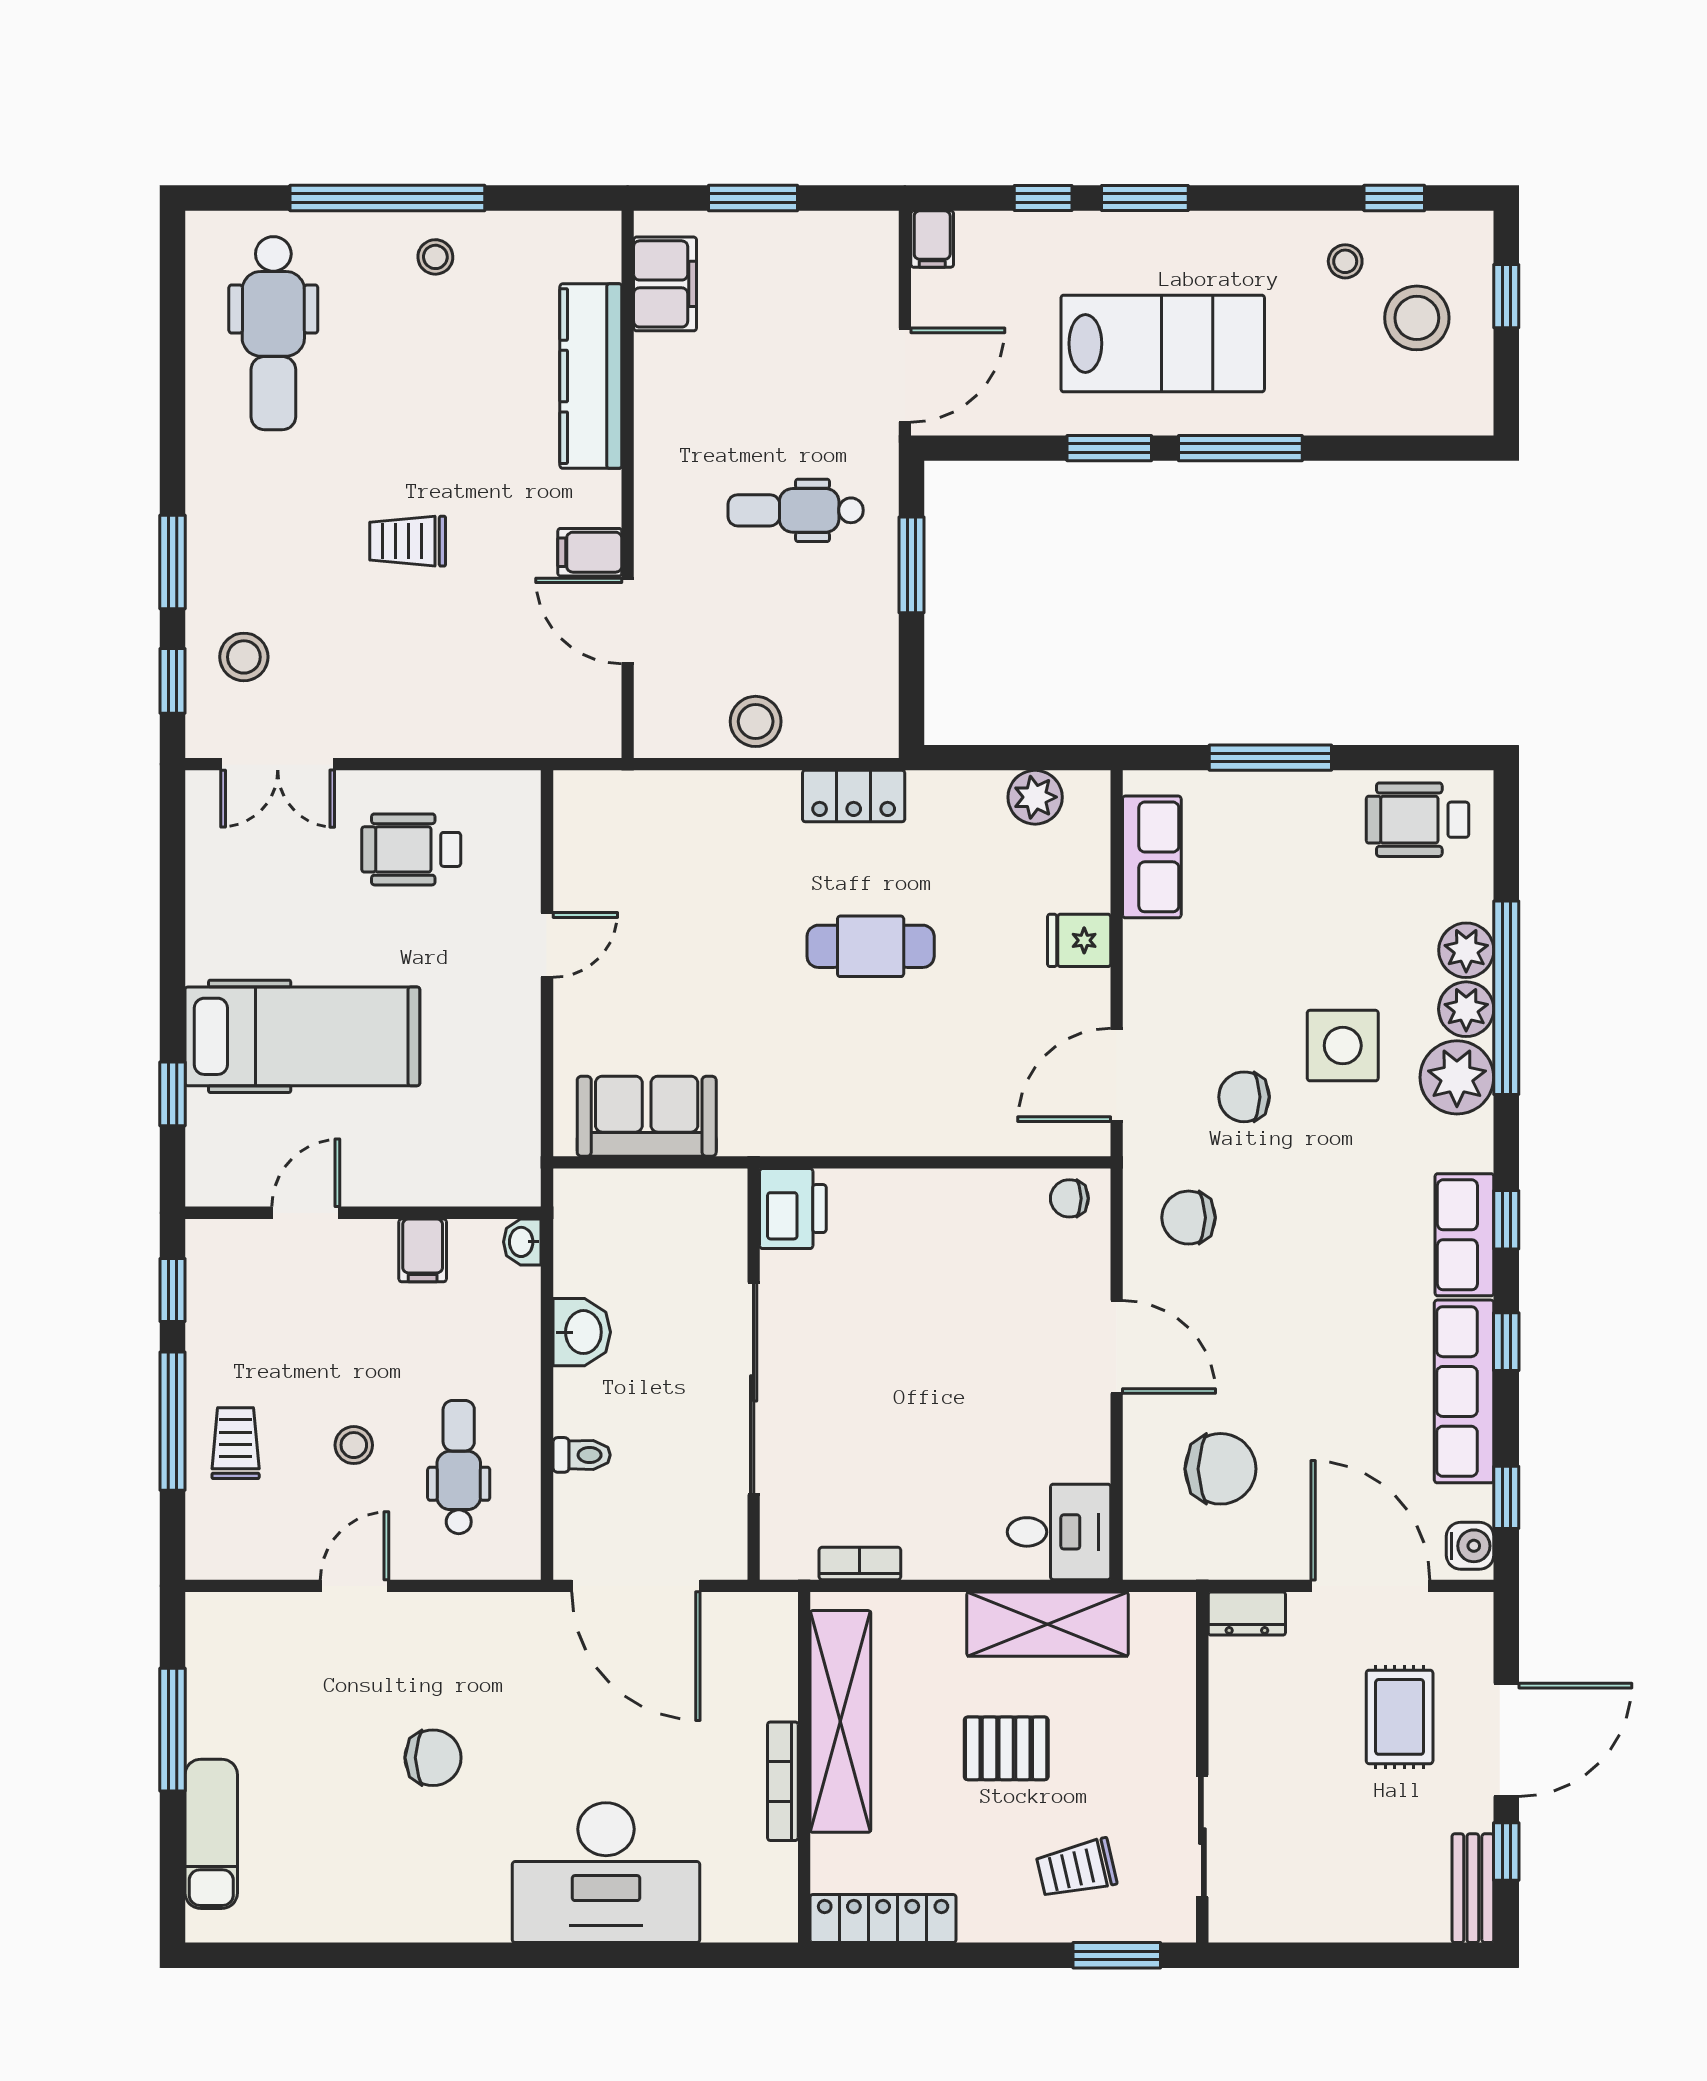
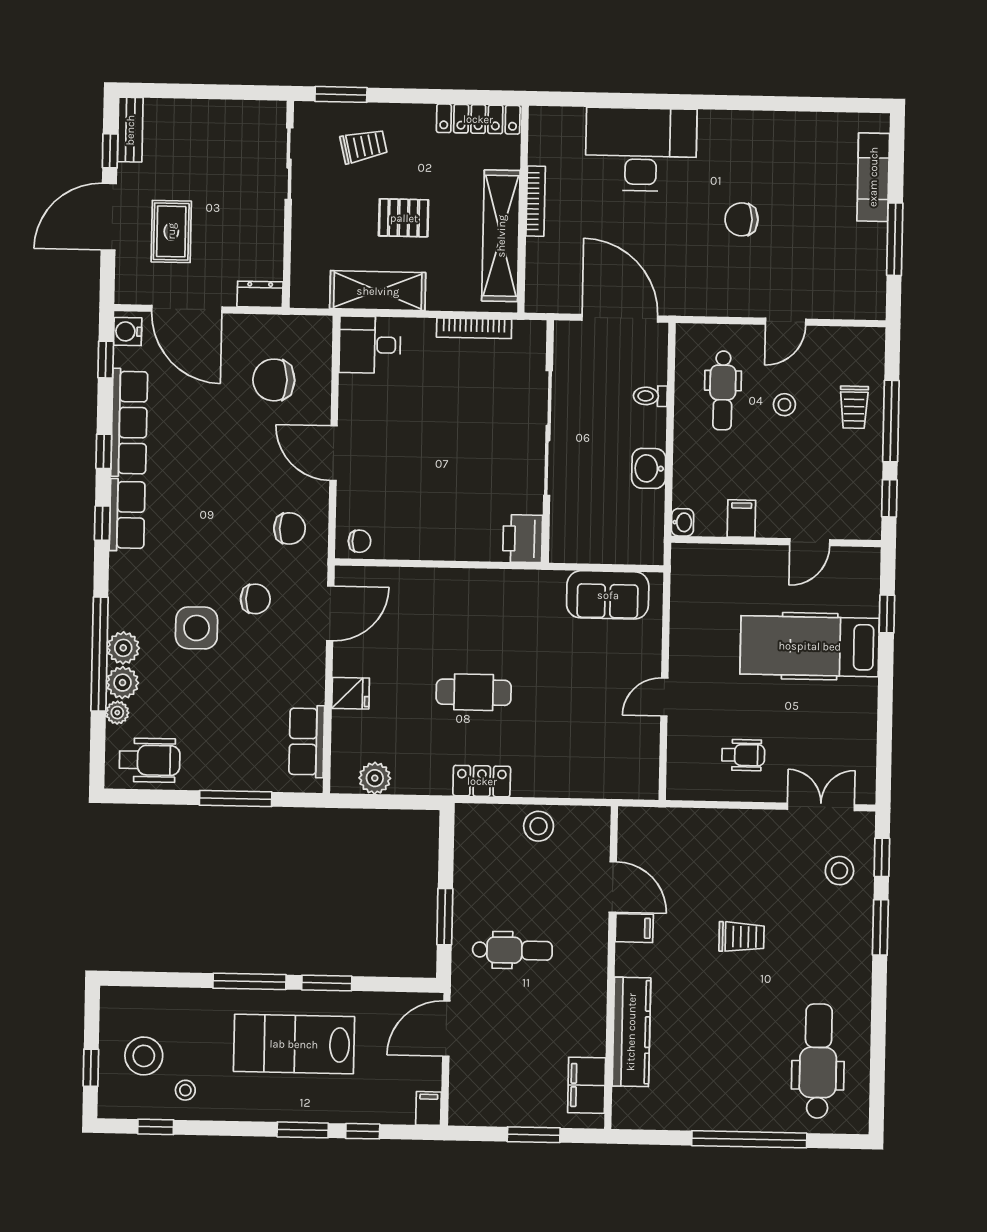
stool: (435, 257) -> (722, 1104), removed
wheelchair: (411, 849) -> (743, 755), width x0.73, depth x0.73
plant: (1457, 1077) -> (117, 713), moved, width x0.53, depth x0.53
bookcase: (860, 1563) -> (474, 328), width x1.56

